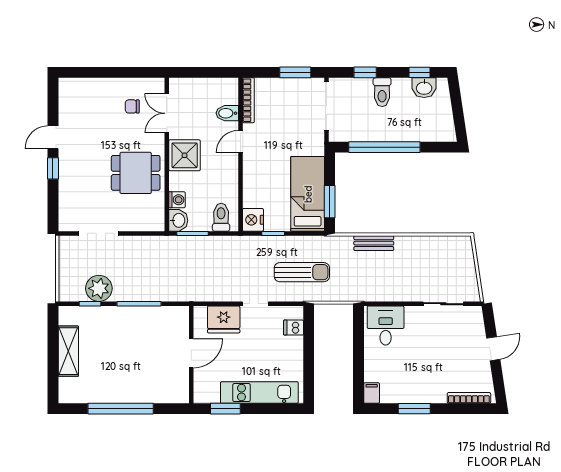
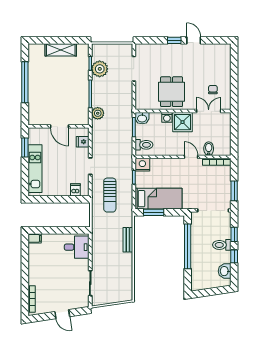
window: (420, 72) -> (234, 256), moved
washing machine: (177, 200) -> (167, 117), moved
plant: (170, 292) -> (98, 113), added
fridge: (224, 319) -> (83, 142), width x0.53, depth x0.75
window: (414, 409) -> (25, 265), removed

